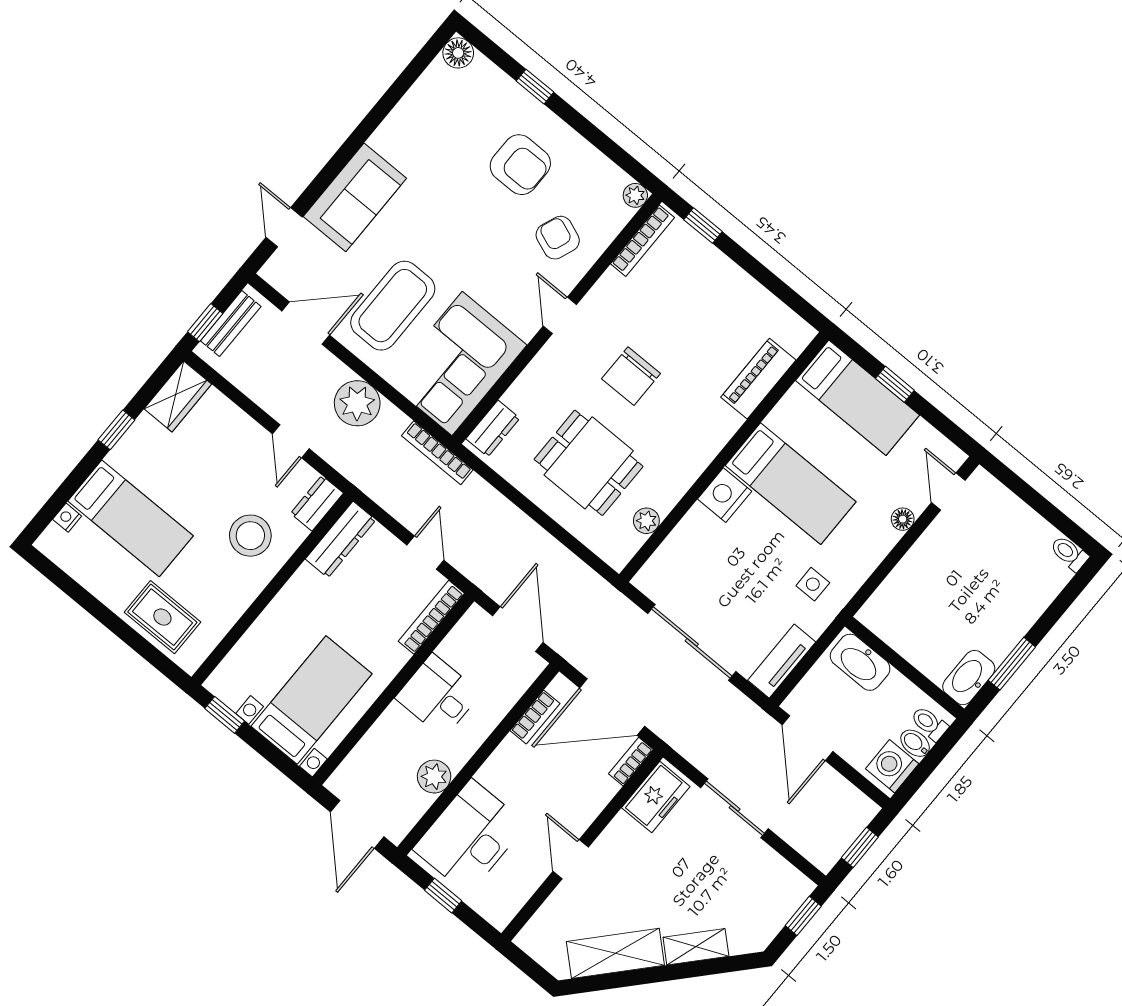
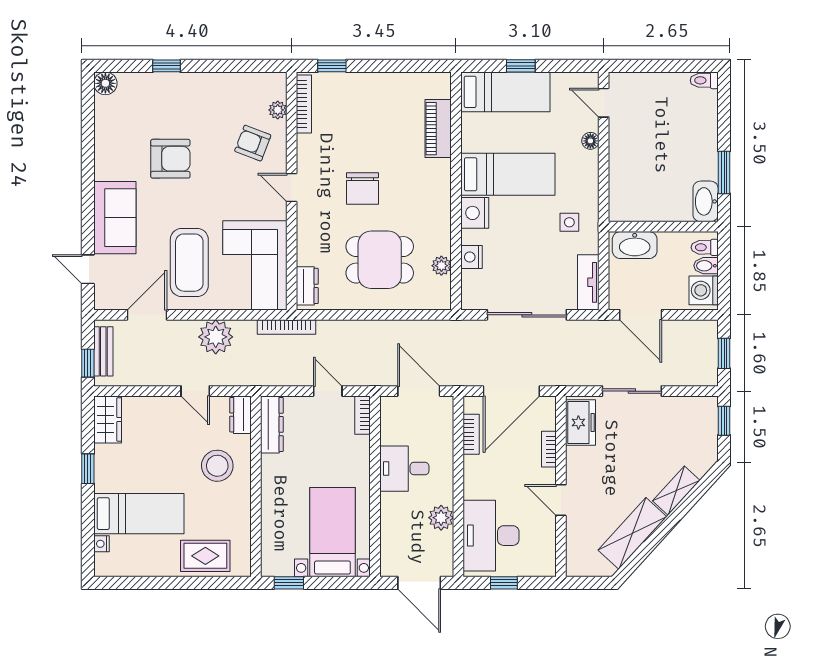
armchair: (520, 165) -> (170, 159), moved
plant: (635, 195) -> (278, 110), moved
nightstand: (684, 537) -> (471, 257), added
bookcase: (431, 617) -> (363, 415), width x0.64
bookcase: (631, 762) -> (549, 449), moved

